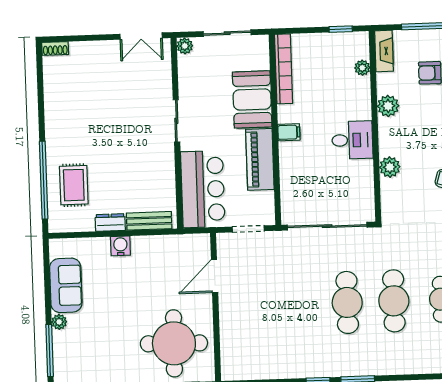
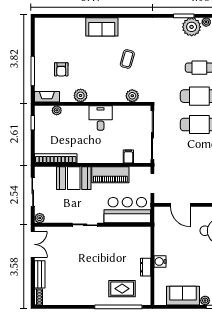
filing cabinet: (289, 132) -> (128, 156), moved
plant: (390, 167) -> (132, 96), moved
bench: (149, 221) -> (40, 274), moved

